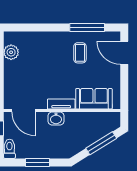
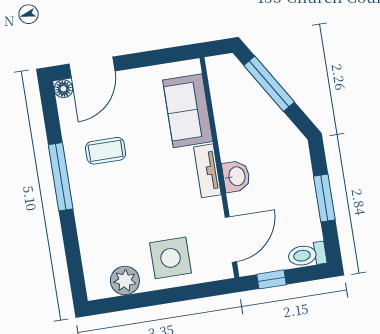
window: (87, 27) -> (61, 177), moved
floor lamp: (116, 36) -> (63, 89), added
side table: (19, 78) -> (171, 258), added

